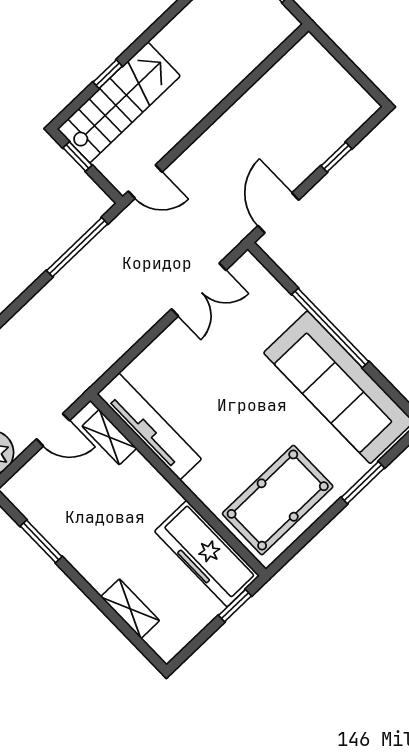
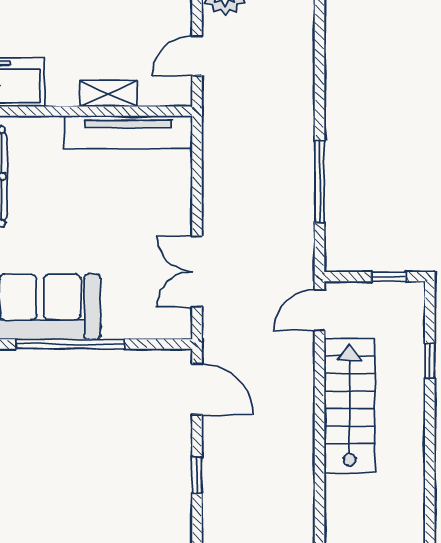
stairs: (119, 102) -> (349, 406), moved, turned 180
window: (77, 247) -> (320, 182), moved
shelving: (109, 437) -> (109, 94), moved

